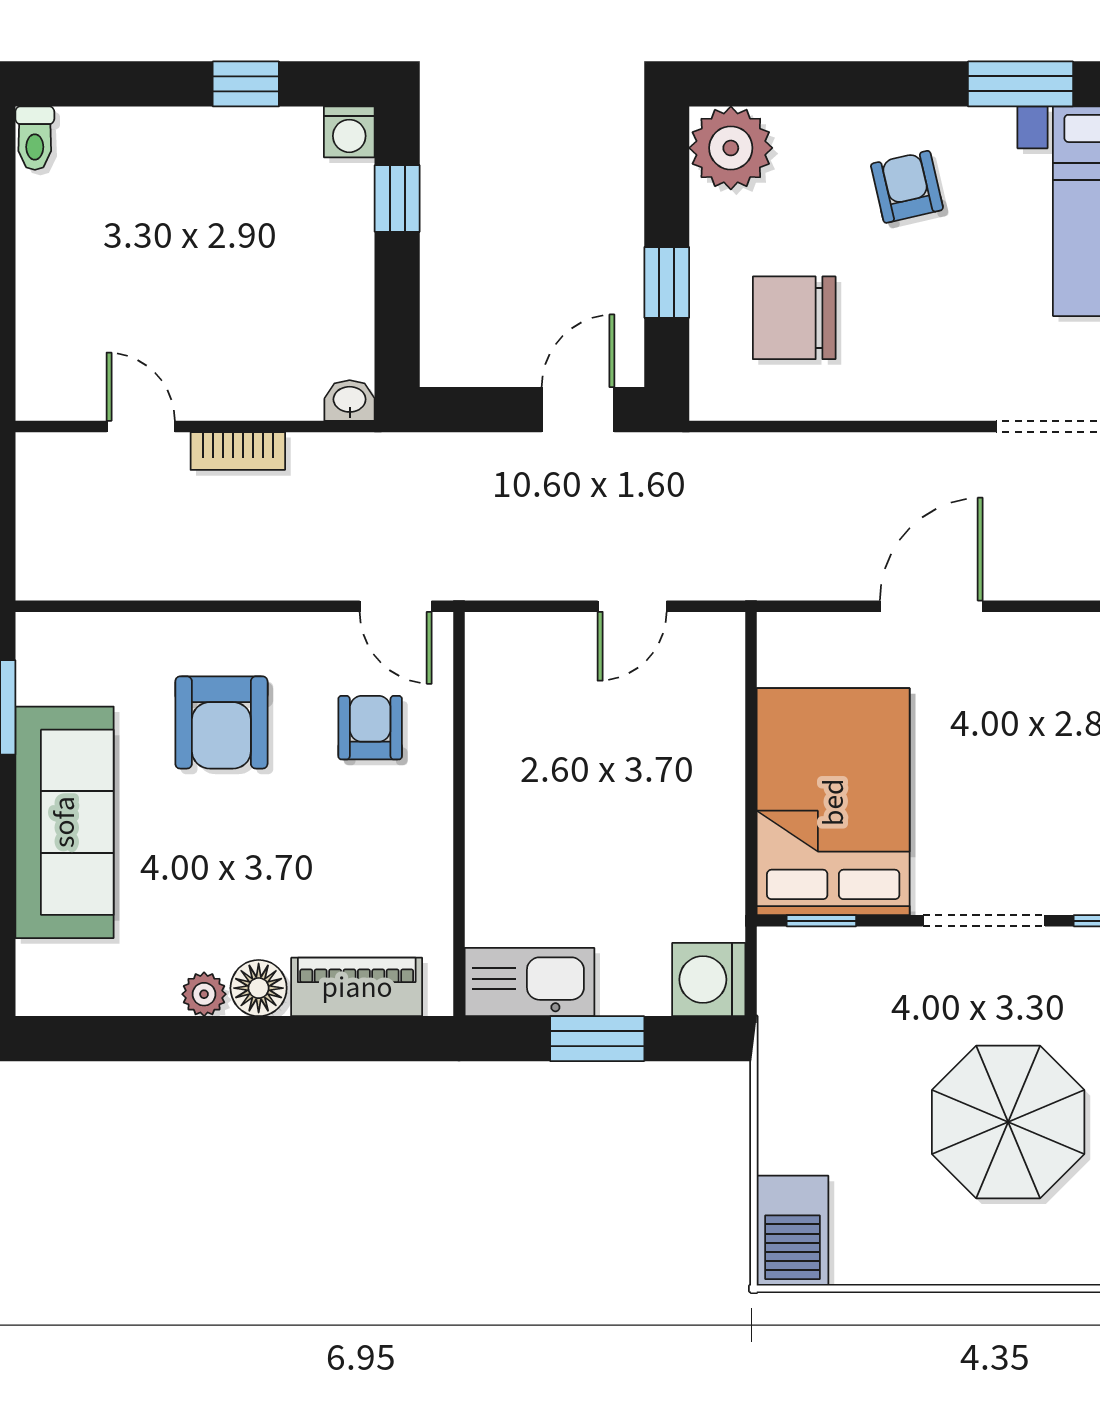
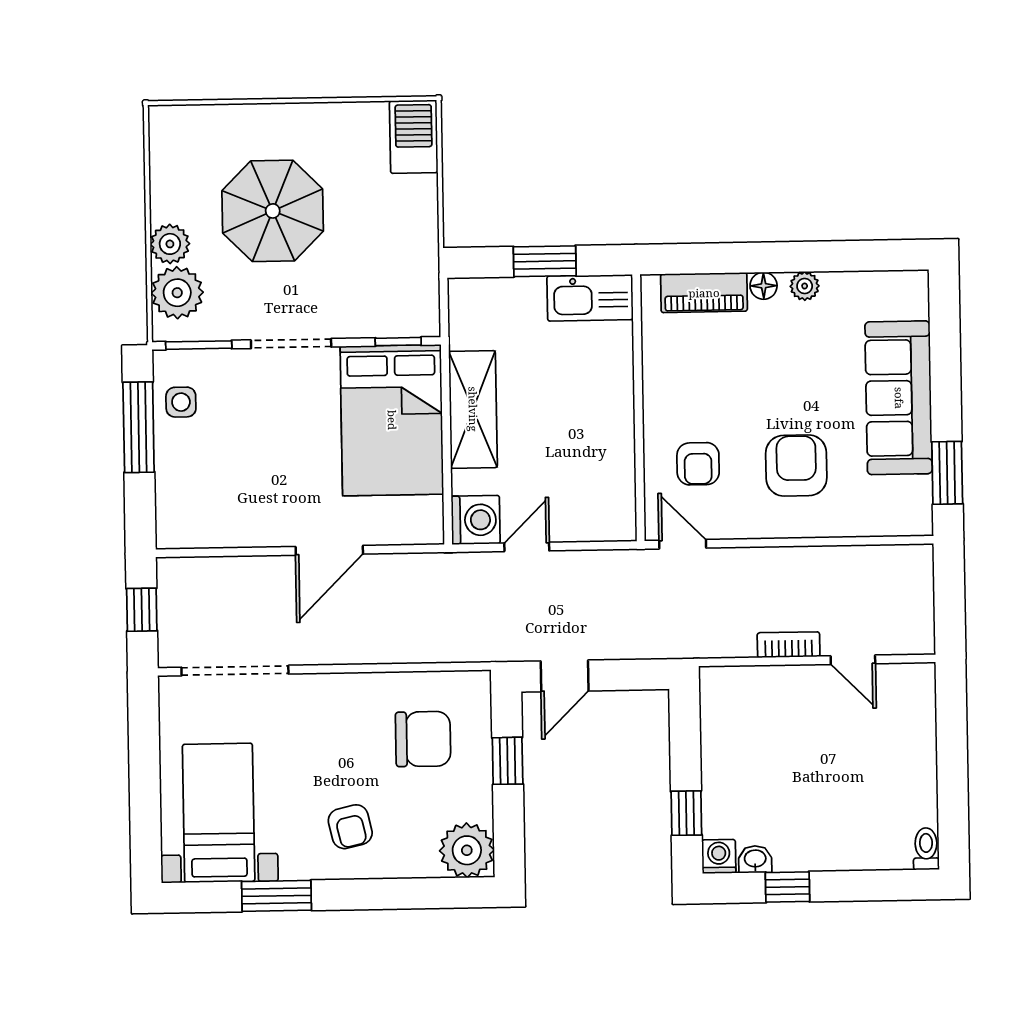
washbasin: (350, 401) -> (755, 859), moved, turned 180
shelving: (710, 816) -> (473, 409), added
washing machine: (709, 980) -> (476, 520), moved
floor lamp: (259, 988) -> (764, 286), width x0.73, depth x0.73

